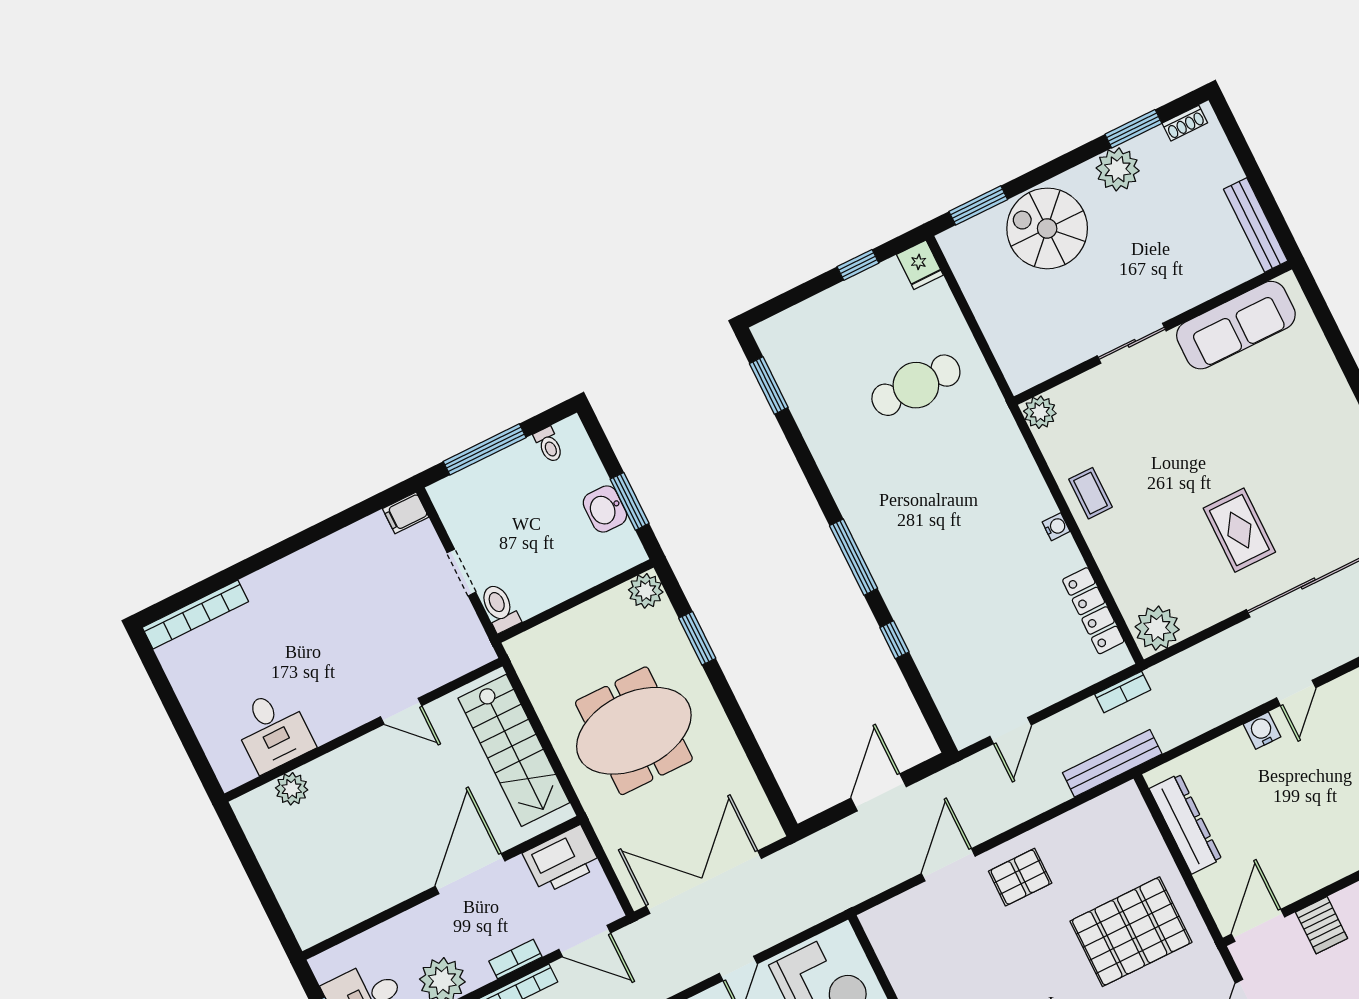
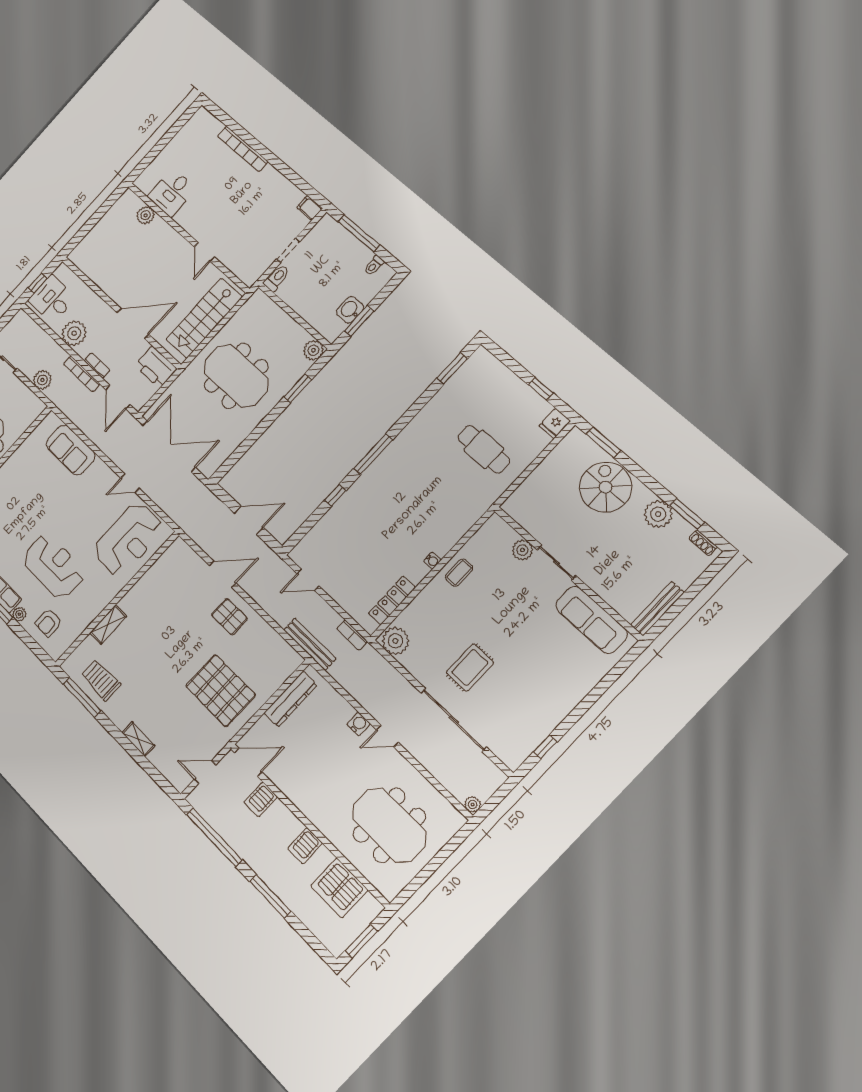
plant: (1040, 412) -> (522, 550), moved
bookcase: (195, 615) -> (243, 149), moved

